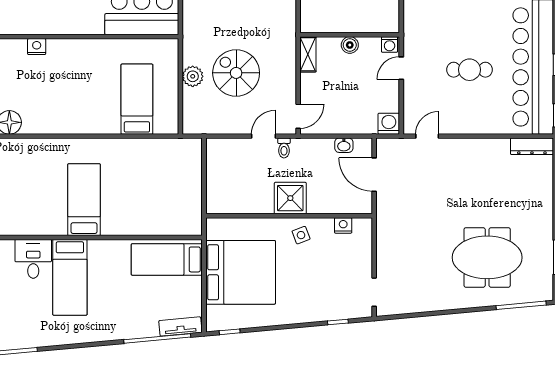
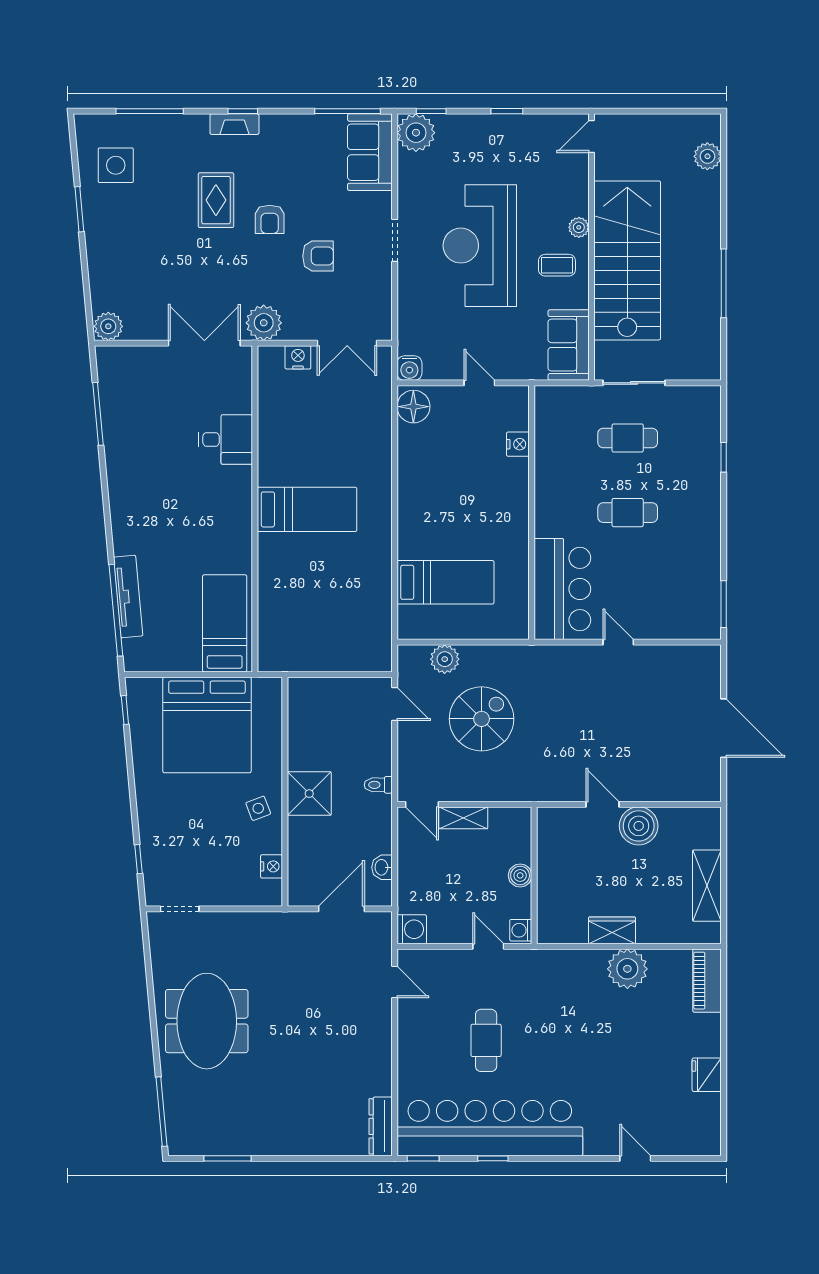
shelving: (308, 54) -> (463, 818), moved
plant: (193, 76) -> (445, 659), moved
door: (263, 136) -> (395, 704), moved
meeting table: (487, 257) -> (207, 1021), moved
bed: (70, 277) -> (200, 490), removed
tv unit: (180, 326) -> (128, 596), moved, width x1.41

